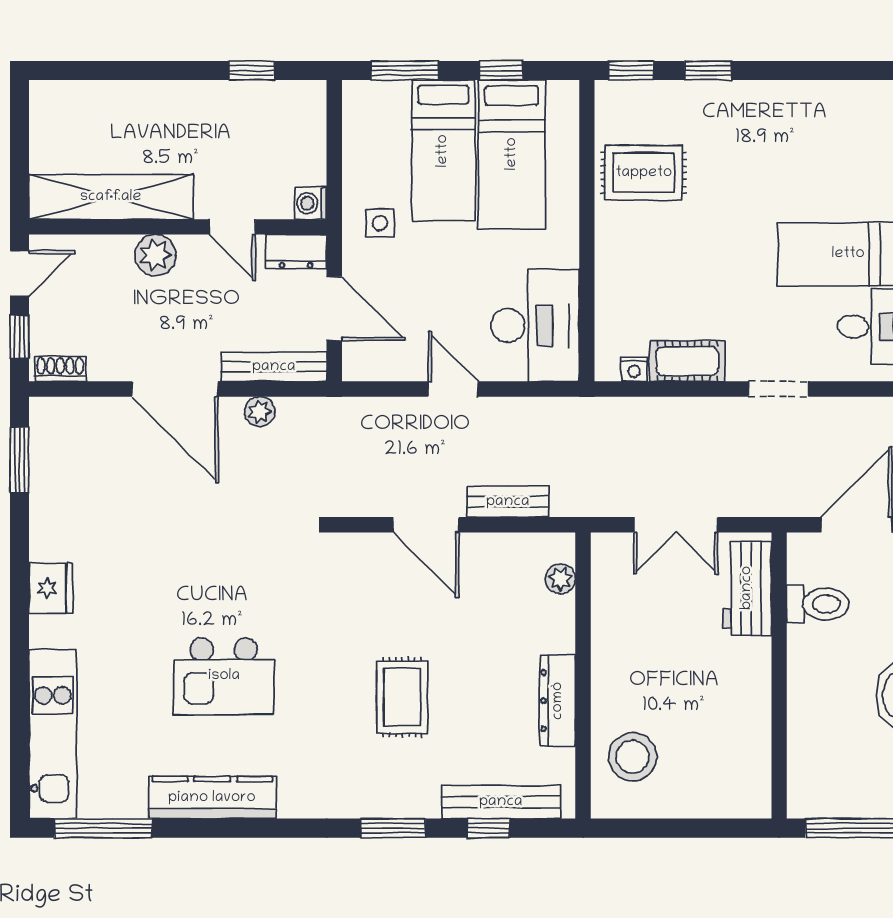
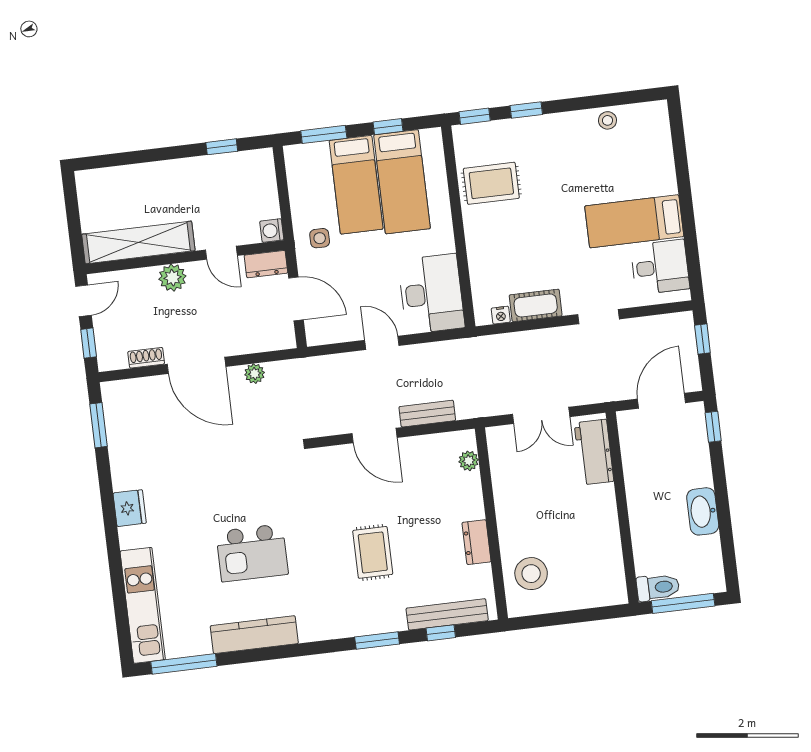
stool: (827, 100) -> (608, 120), added
bench: (274, 367) -> (260, 342), removed
shoe rack: (60, 369) -> (146, 358), moved
toilet: (818, 604) -> (658, 587), moved
dresser: (558, 701) -> (477, 542), width x0.70

